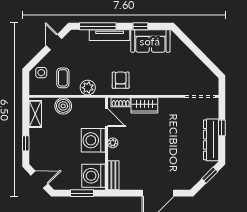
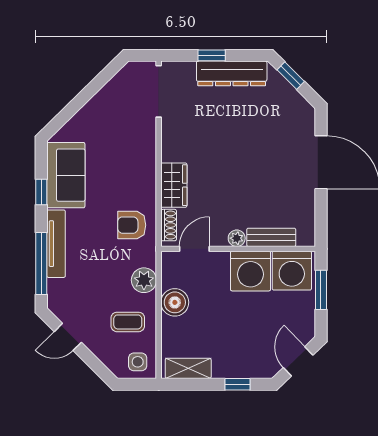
side table: (41, 73) -> (138, 362), moved
boiler: (63, 106) -> (175, 302), moved
washing machine: (93, 140) -> (251, 271), moved
bench: (113, 175) -> (271, 237), moved

